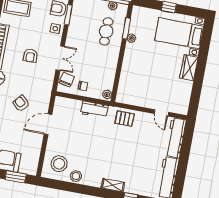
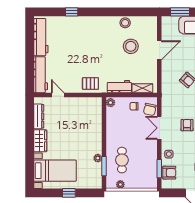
dresser: (186, 94) -> (39, 116), added
door: (48, 124) -> (159, 50), moved
stool: (59, 164) -> (131, 46), moved
shelving: (113, 185) -> (142, 88), moved

